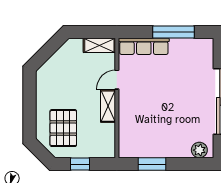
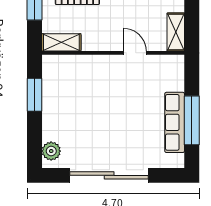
row of seats: (144, 46) -> (175, 122), moved
shelving: (108, 106) -> (61, 42), moved

